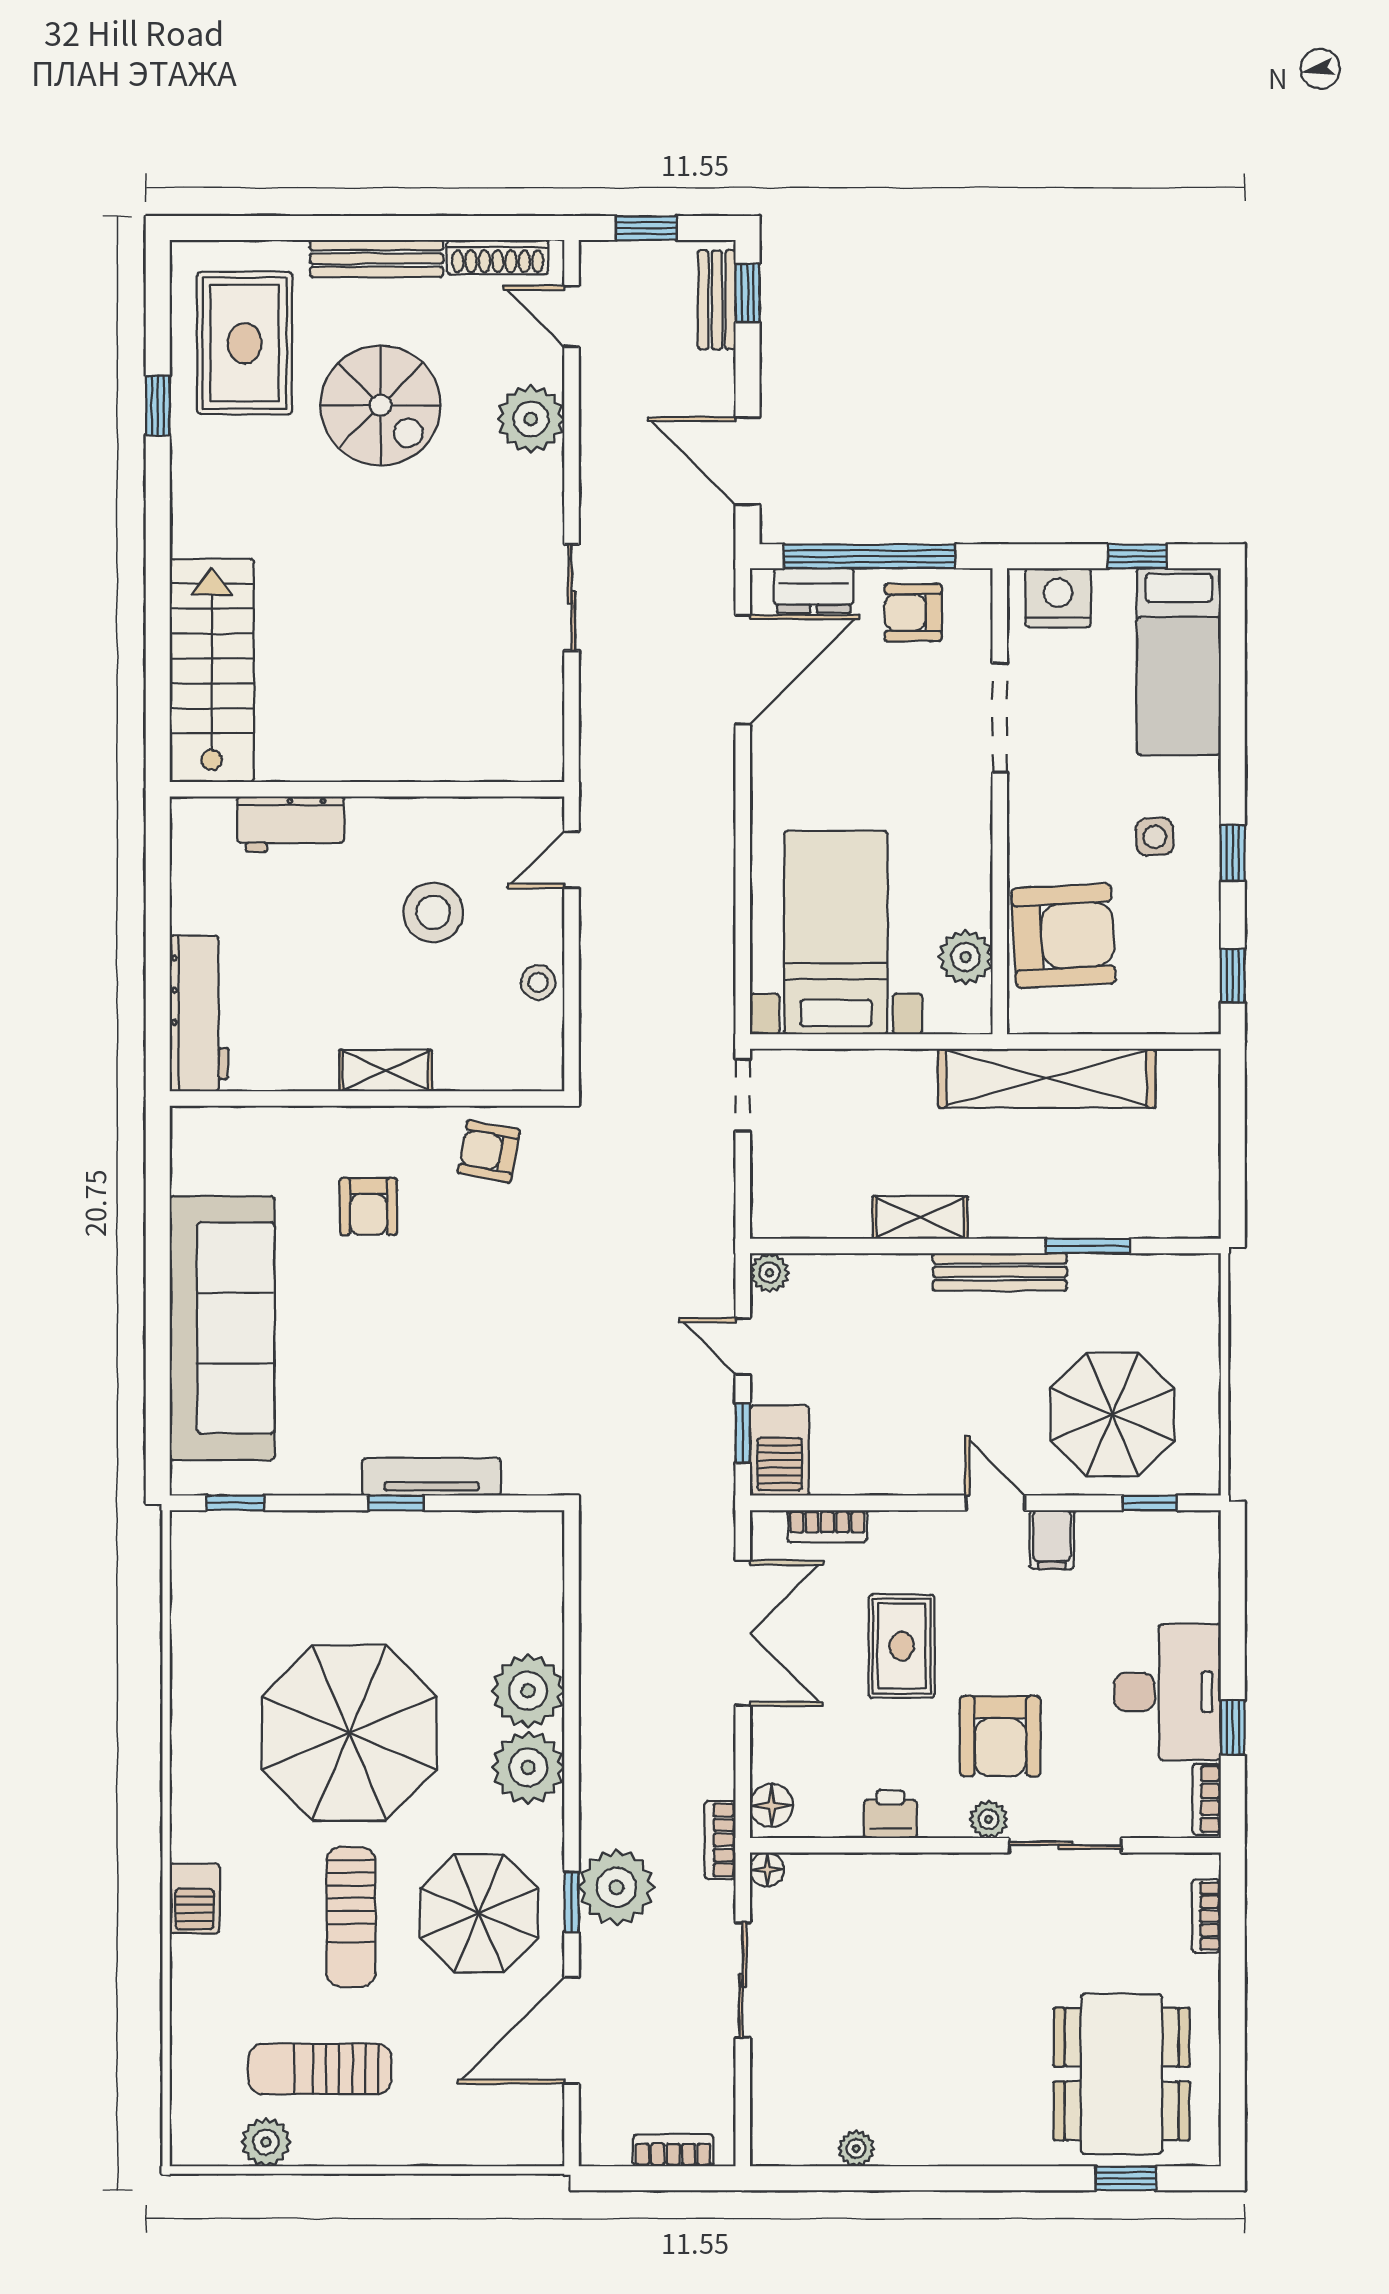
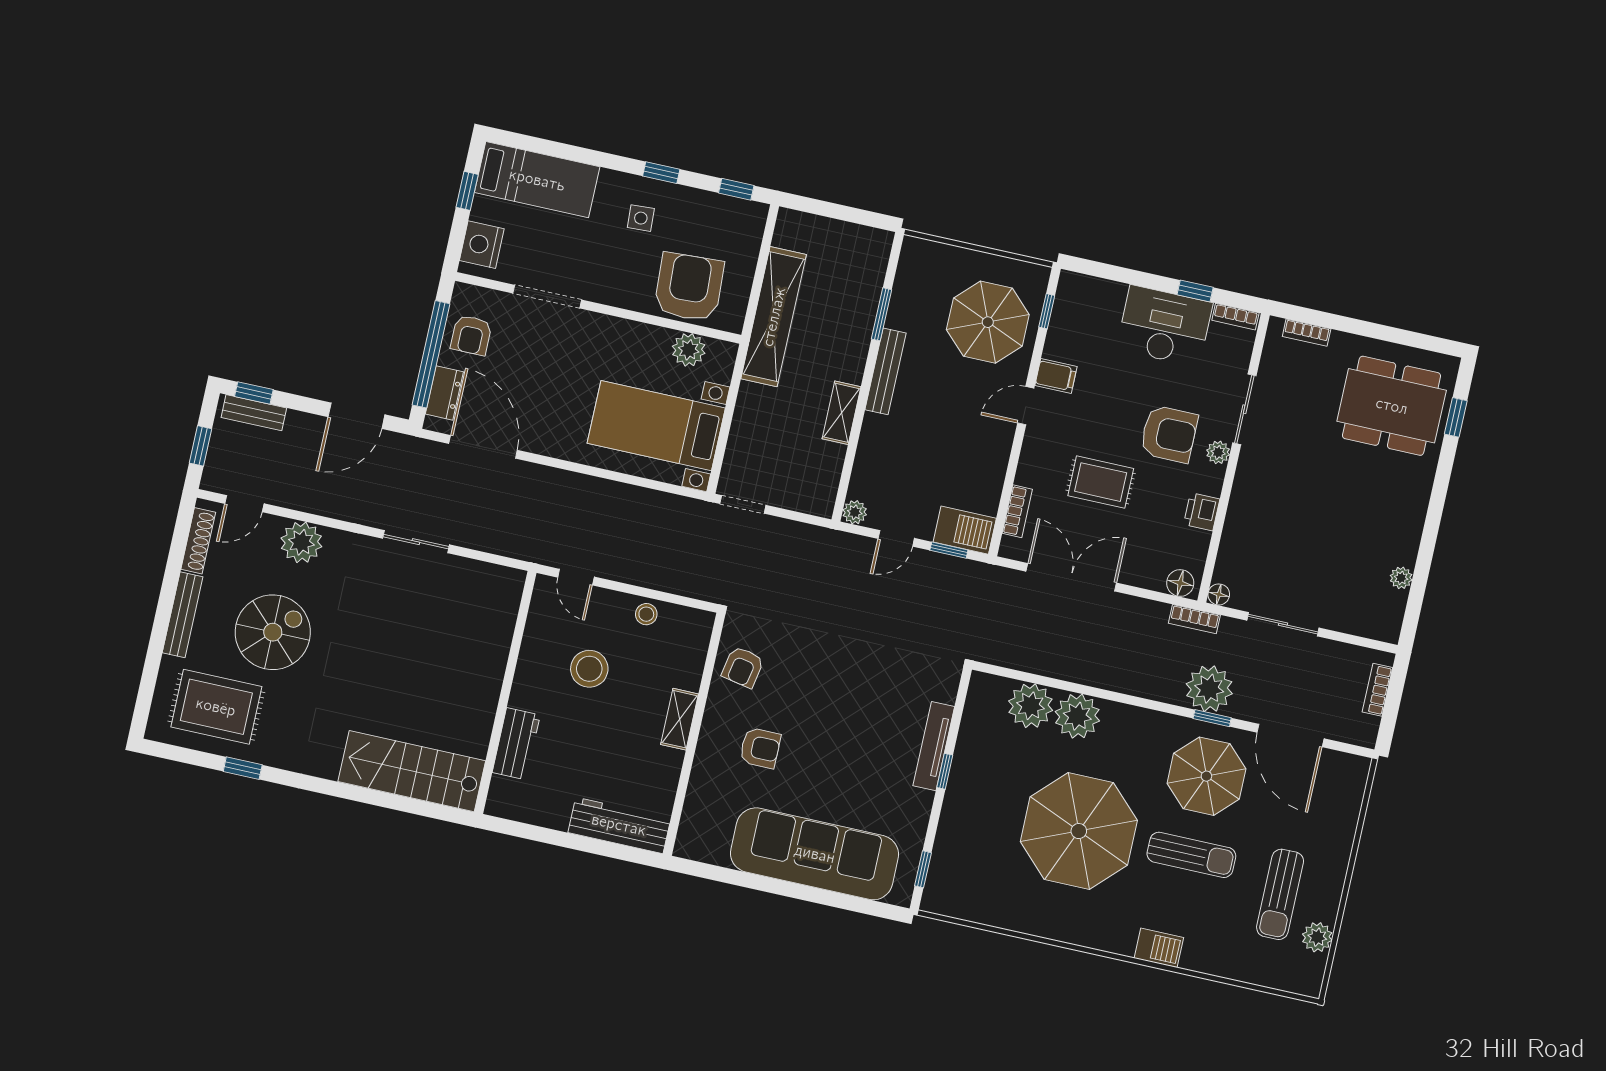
plant: (528, 1768) -> (1031, 706), moved

